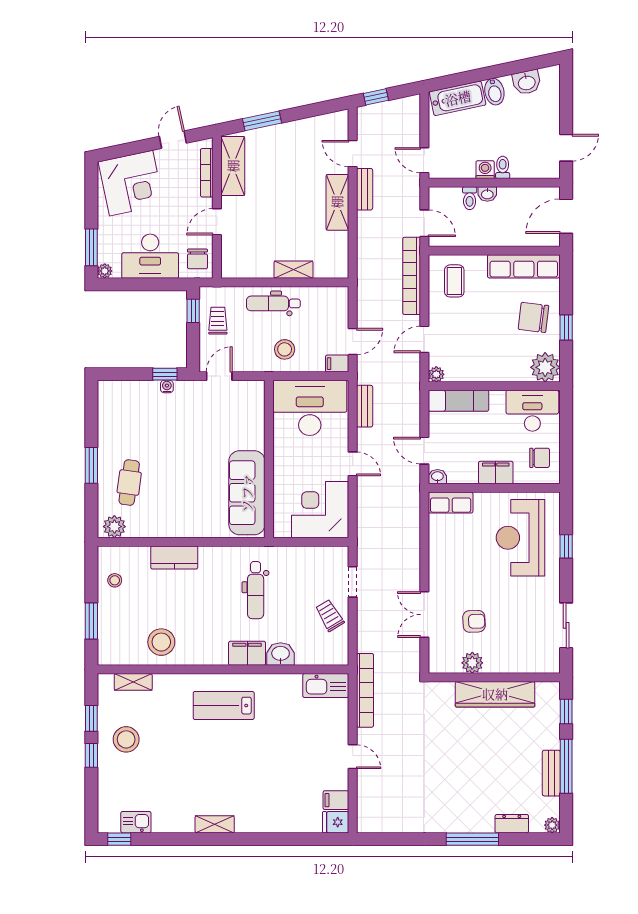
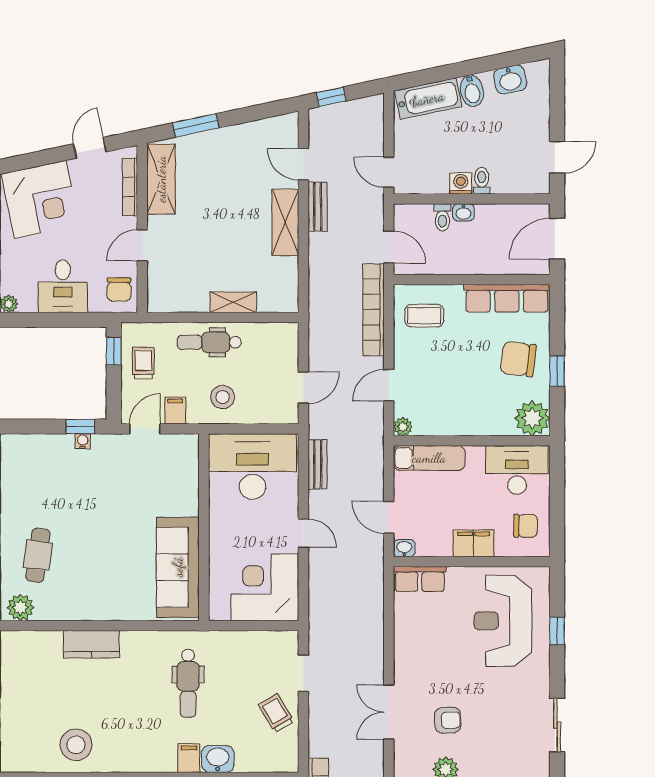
desk: (150, 256) -> (63, 286), width x0.73
coffee table: (454, 281) -> (424, 316), turned 90
filing cabinet: (337, 364) -> (175, 410), moved, turned 90
stool: (115, 580) -> (21, 671), removed
filing cabinet: (247, 653) -> (189, 758), width x0.50

